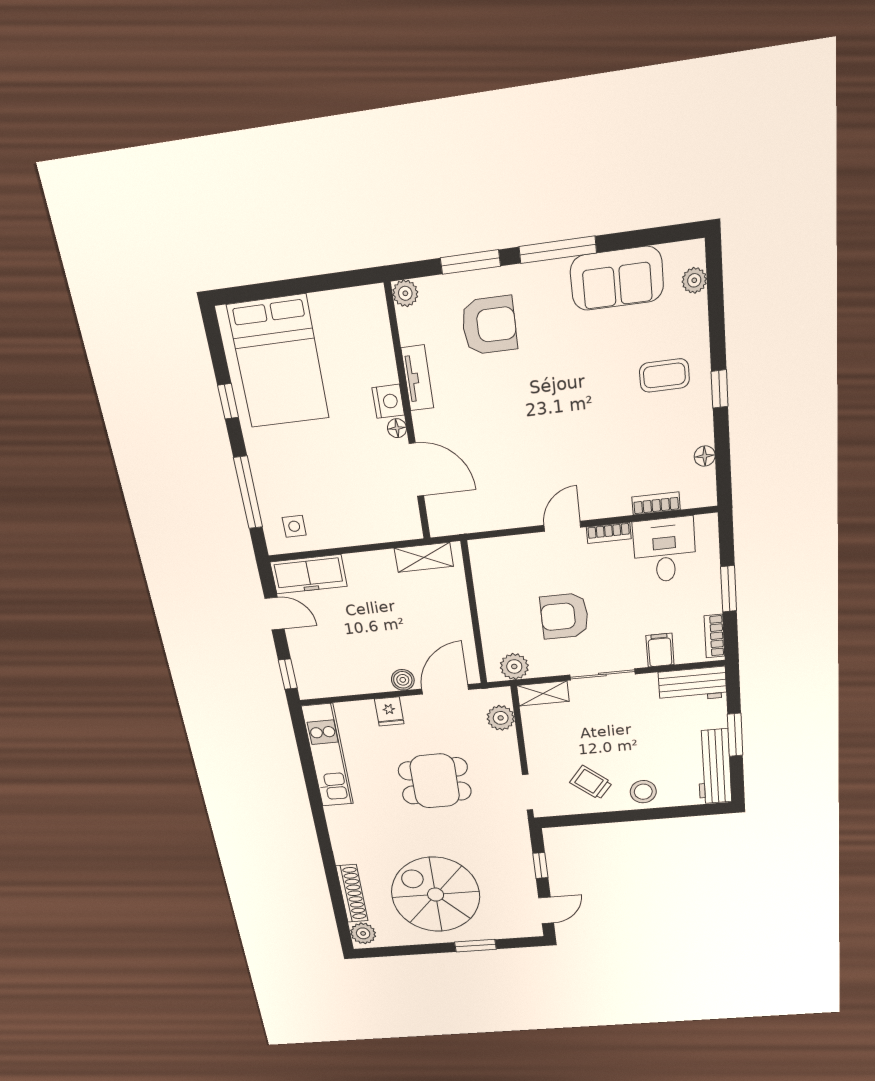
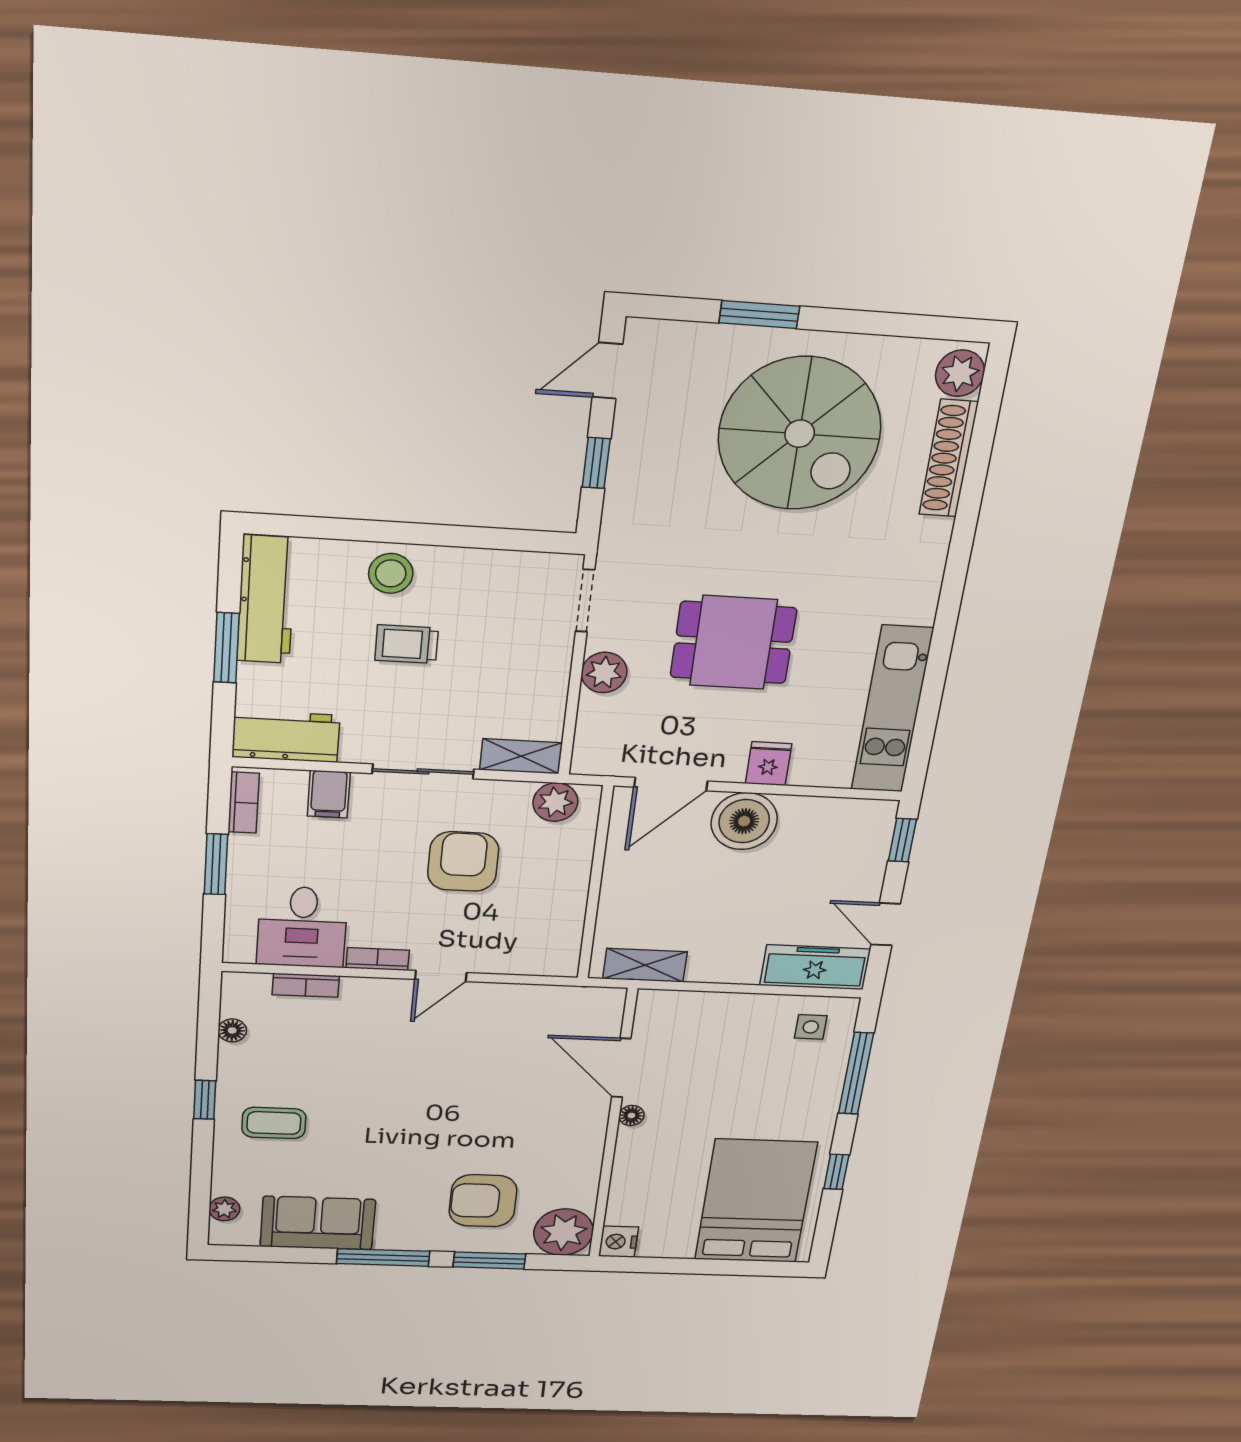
plant: (405, 293) -> (564, 1232), width x1.88, depth x1.88
tv unit: (417, 378) -> (588, 1162), removed
nightstand: (388, 401) -> (618, 1242), moved
armchair: (564, 616) -> (463, 862), turned -90
boiler: (403, 680) -> (744, 821), width x1.86, depth x1.86
plant: (501, 718) -> (604, 673), moved
trolley: (591, 783) -> (407, 644), moved, turned 141

